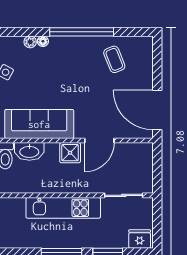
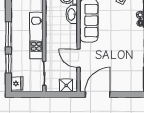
coffee table: (114, 59) -> (129, 68), removed
shower: (70, 153) -> (66, 86), moved

